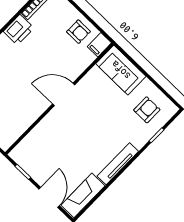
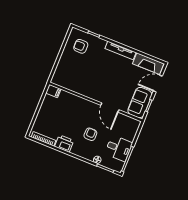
armchair: (78, 32) -> (90, 134), moved
sofa: (121, 70) -> (140, 103), moved, turned 180
door: (64, 94) -> (110, 108), moved

